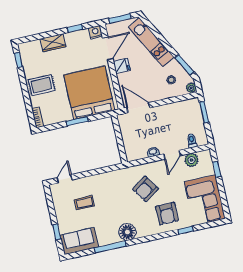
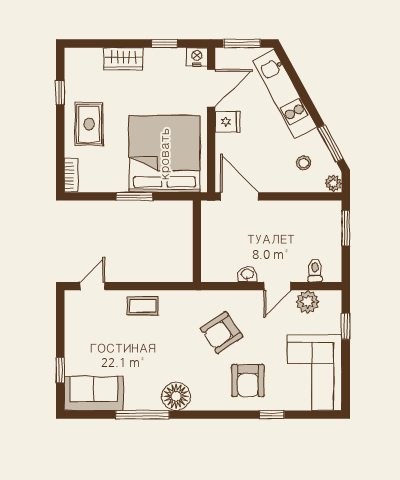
window: (18, 60) -> (60, 92), moved
rug: (42, 85) -> (89, 124), turned 90
coffee table: (84, 203) -> (143, 306), moved

